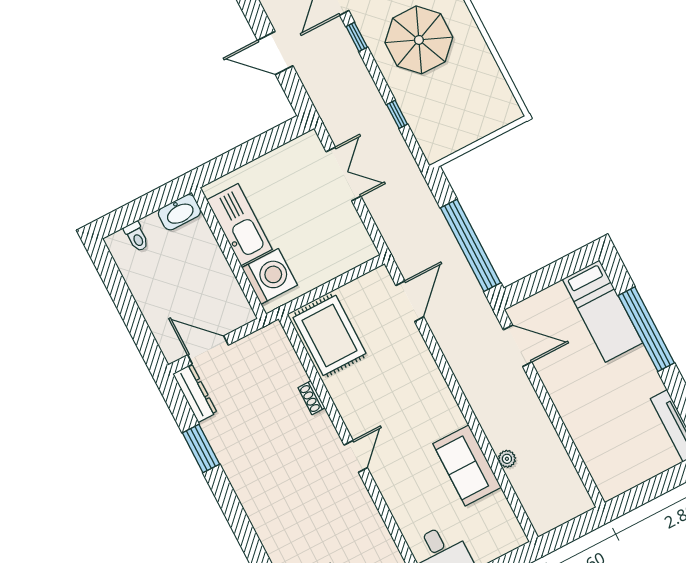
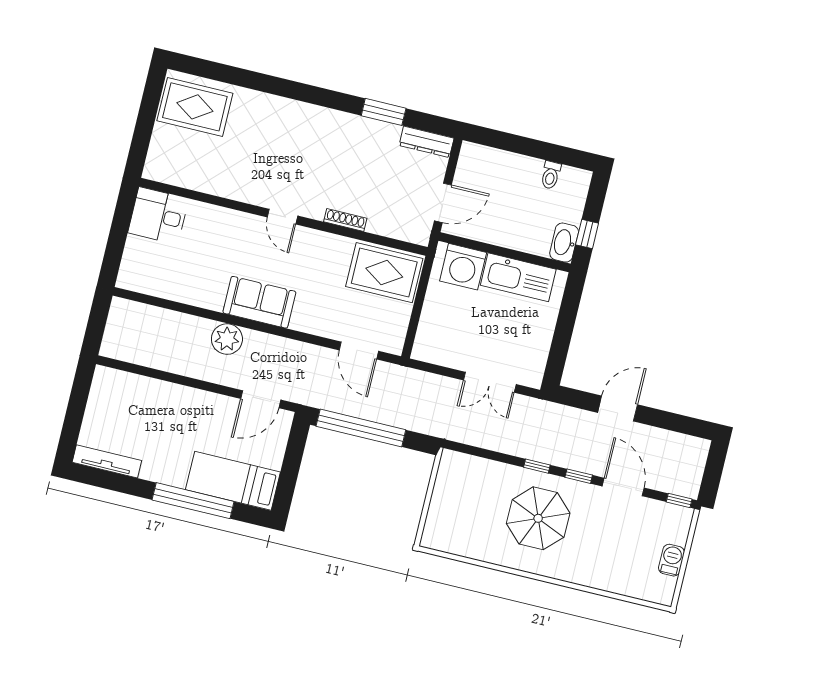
window: (397, 114) -> (537, 466), moved
window: (156, 200) -> (587, 234), added
toilet: (136, 237) -> (551, 175), moved, turned -90
door: (208, 350) -> (443, 203), moved
shoe rack: (312, 398) -> (345, 220), width x1.43
plant: (507, 459) -> (227, 339), moved, width x1.88, depth x1.88
sofa: (467, 465) -> (259, 302), moved

